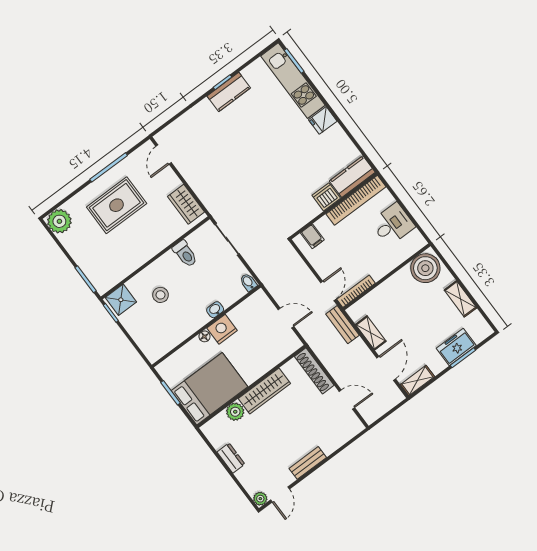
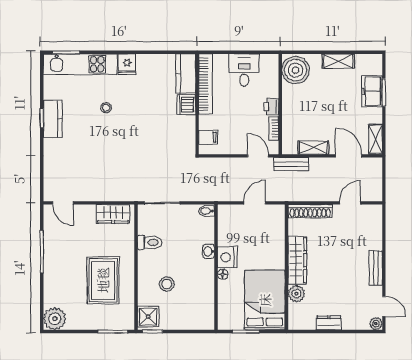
stool: (272, 130) -> (106, 108), added
rug: (117, 205) -> (103, 280), moved
printer: (379, 271) -> (271, 107), added
bookcase: (356, 291) -> (274, 128), width x0.64

